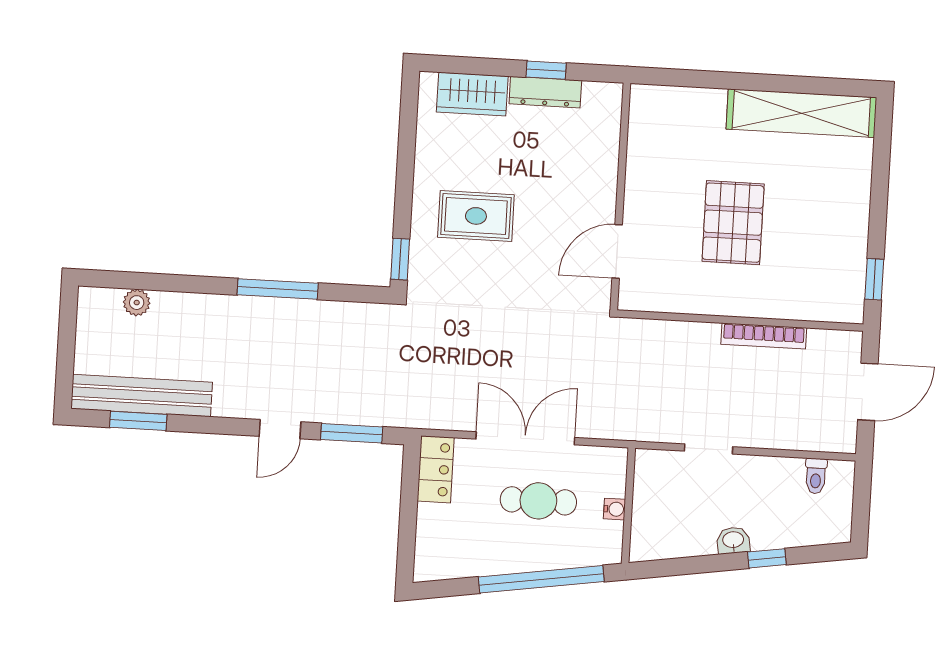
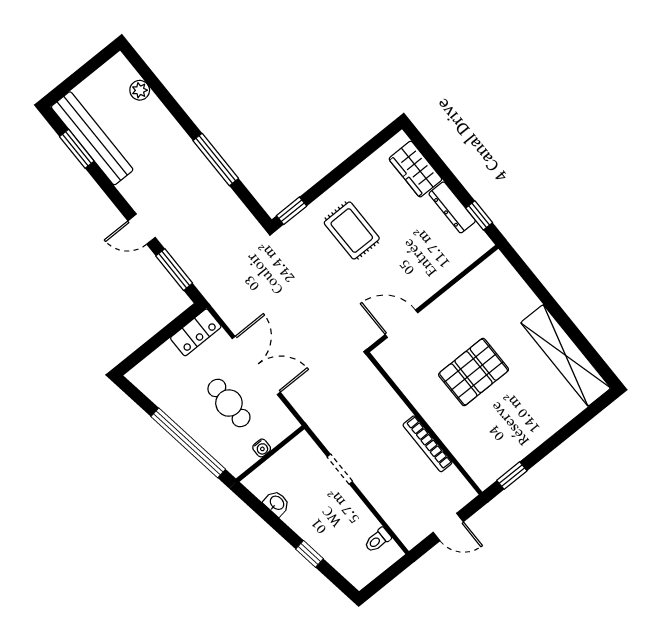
window: (546, 70) -> (479, 215), moved
door: (868, 392) -> (448, 527), width x0.73
washbasin: (733, 540) -> (277, 503), moved

